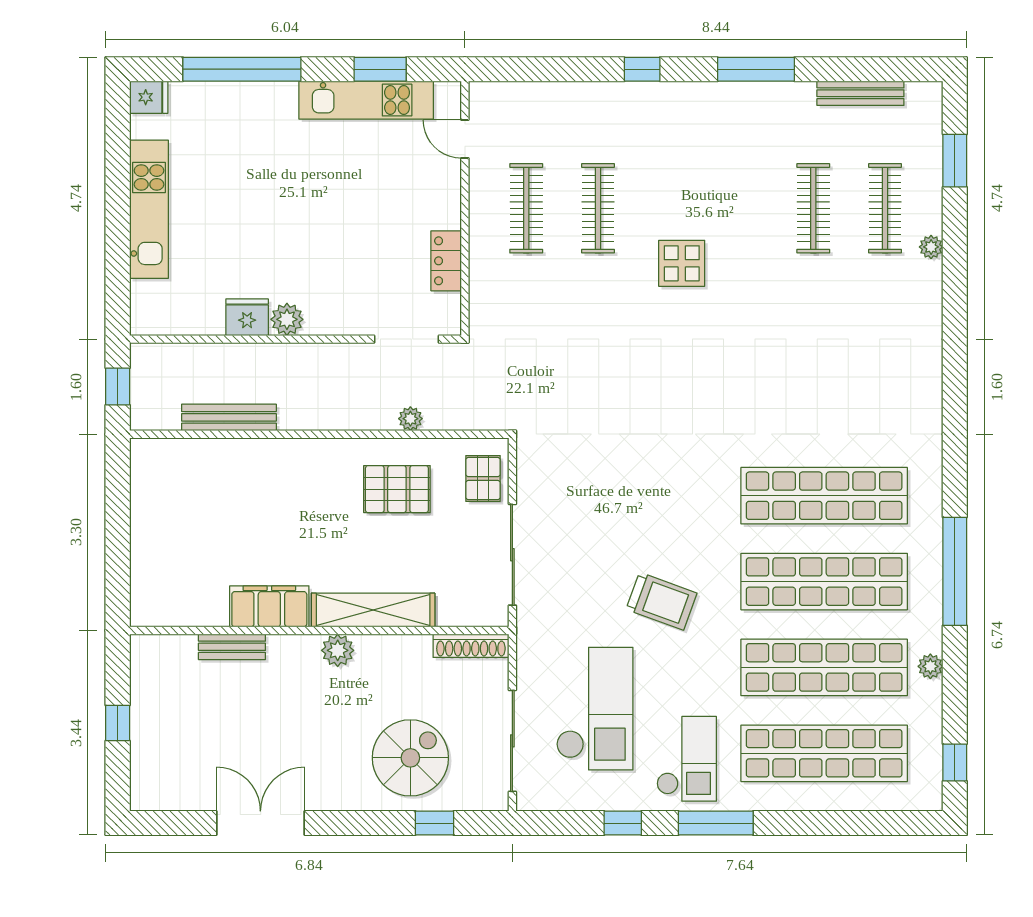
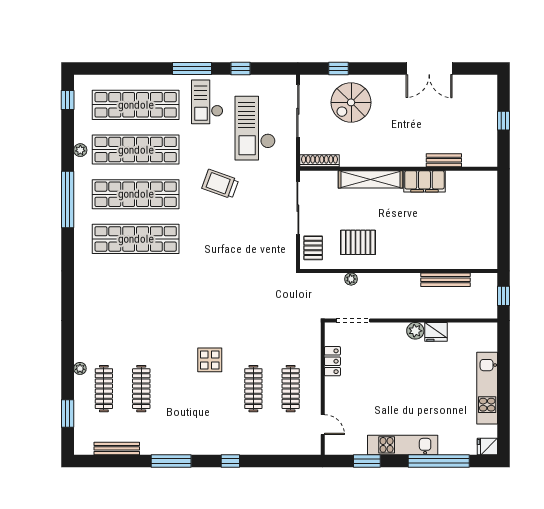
kitchen unit: (366, 100) -> (403, 445), moved
plant: (338, 650) -> (389, 158), removed

